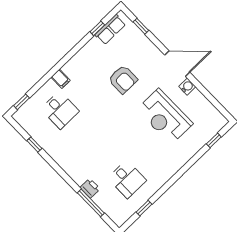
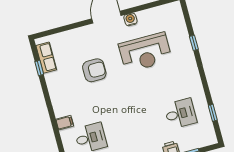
window: (141, 26) -> (58, 30), removed
window: (214, 140) -> (194, 43), moved

